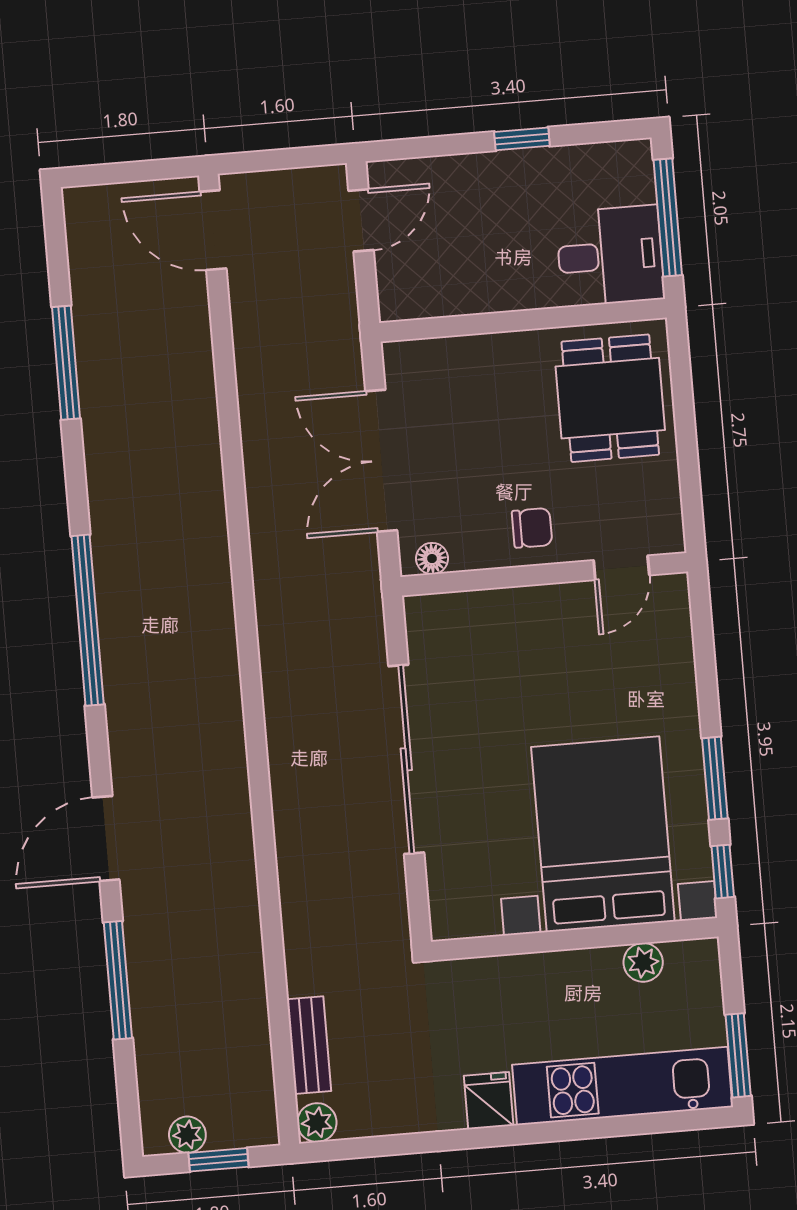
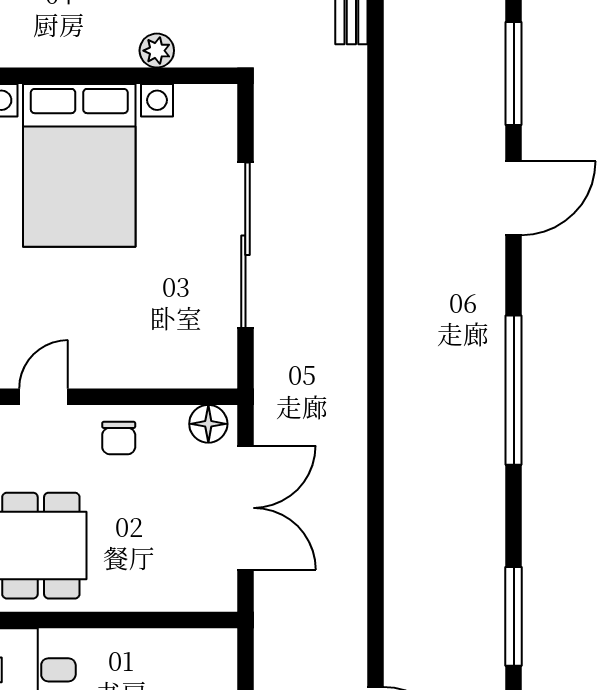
chair: (532, 528) -> (119, 438), turned -90
floor lamp: (432, 559) -> (208, 424), width x1.37, depth x1.37
plant: (643, 962) -> (157, 51), moved

